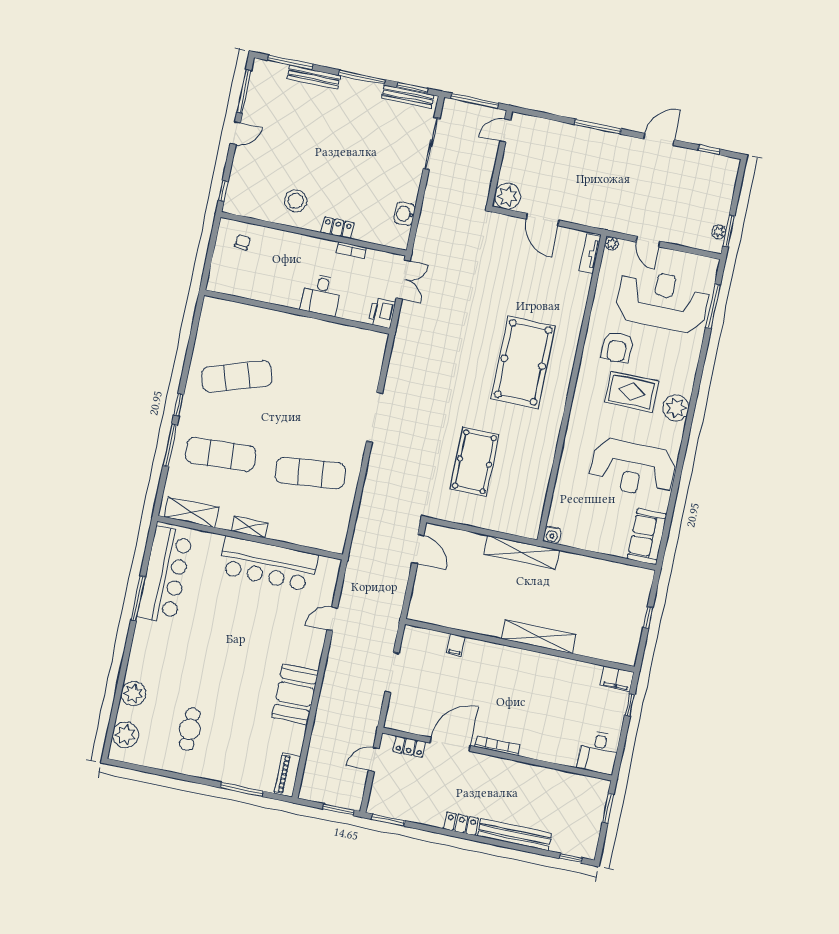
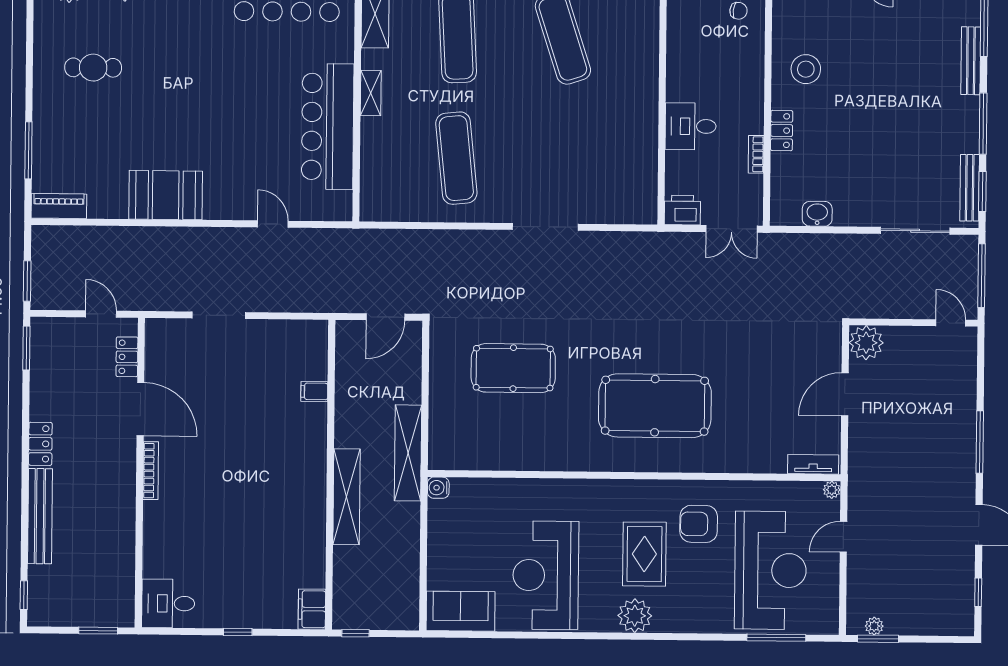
shelving: (539, 637) -> (347, 497), moved
filing cabinet: (456, 645) -> (314, 391), moved
wall: (520, 645) -> (330, 475), moved
filing cabinet: (617, 679) -> (312, 609), moved

